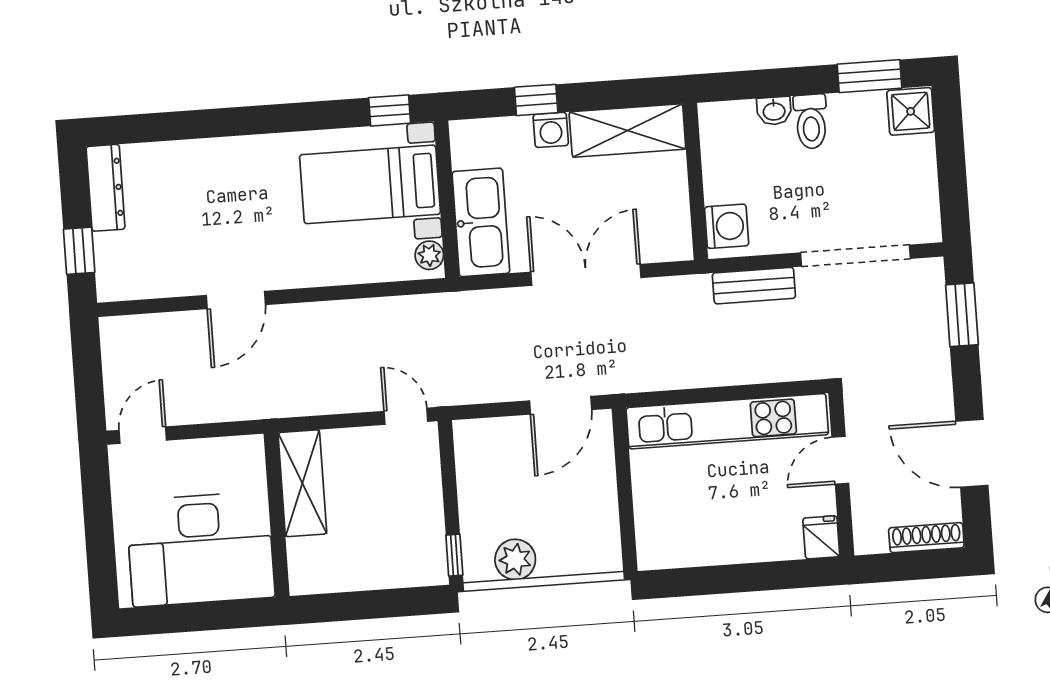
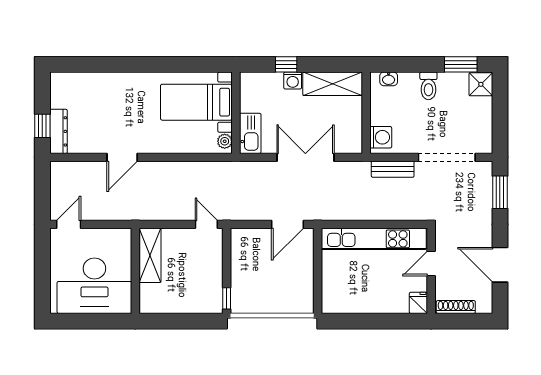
window: (390, 110) -> (209, 64), removed
washbasin: (774, 111) -> (389, 79), moved
dresser: (106, 188) -> (59, 131), moved
kitchen sink: (481, 222) -> (250, 133), width x0.73, depth x0.81
shoe rack: (926, 538) -> (456, 307), moved
plant: (515, 560) -> (258, 303), removed

